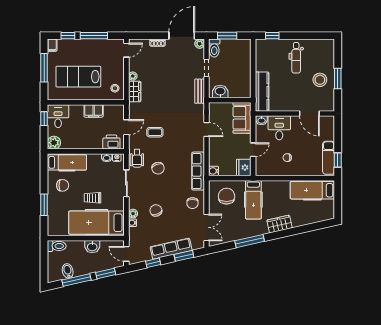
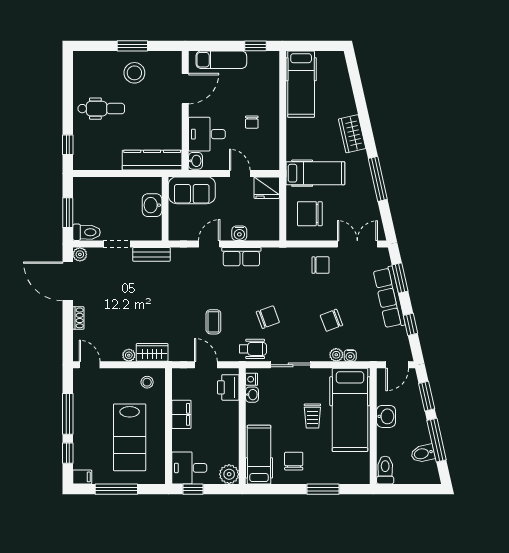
washbasin: (220, 91) -> (152, 205), moved
exam couch: (329, 158) -> (221, 60), moved
row of seats: (198, 171) -> (241, 257), moved, width x0.68
water cooler: (214, 171) -> (239, 233), moved

